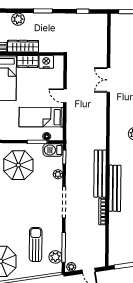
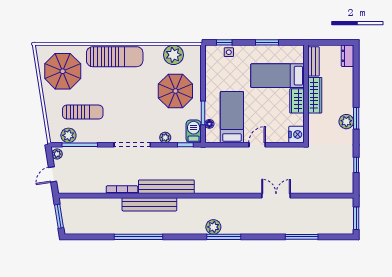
plant: (18, 19) -> (346, 122), moved
nightstand: (46, 62) -> (296, 134), moved

